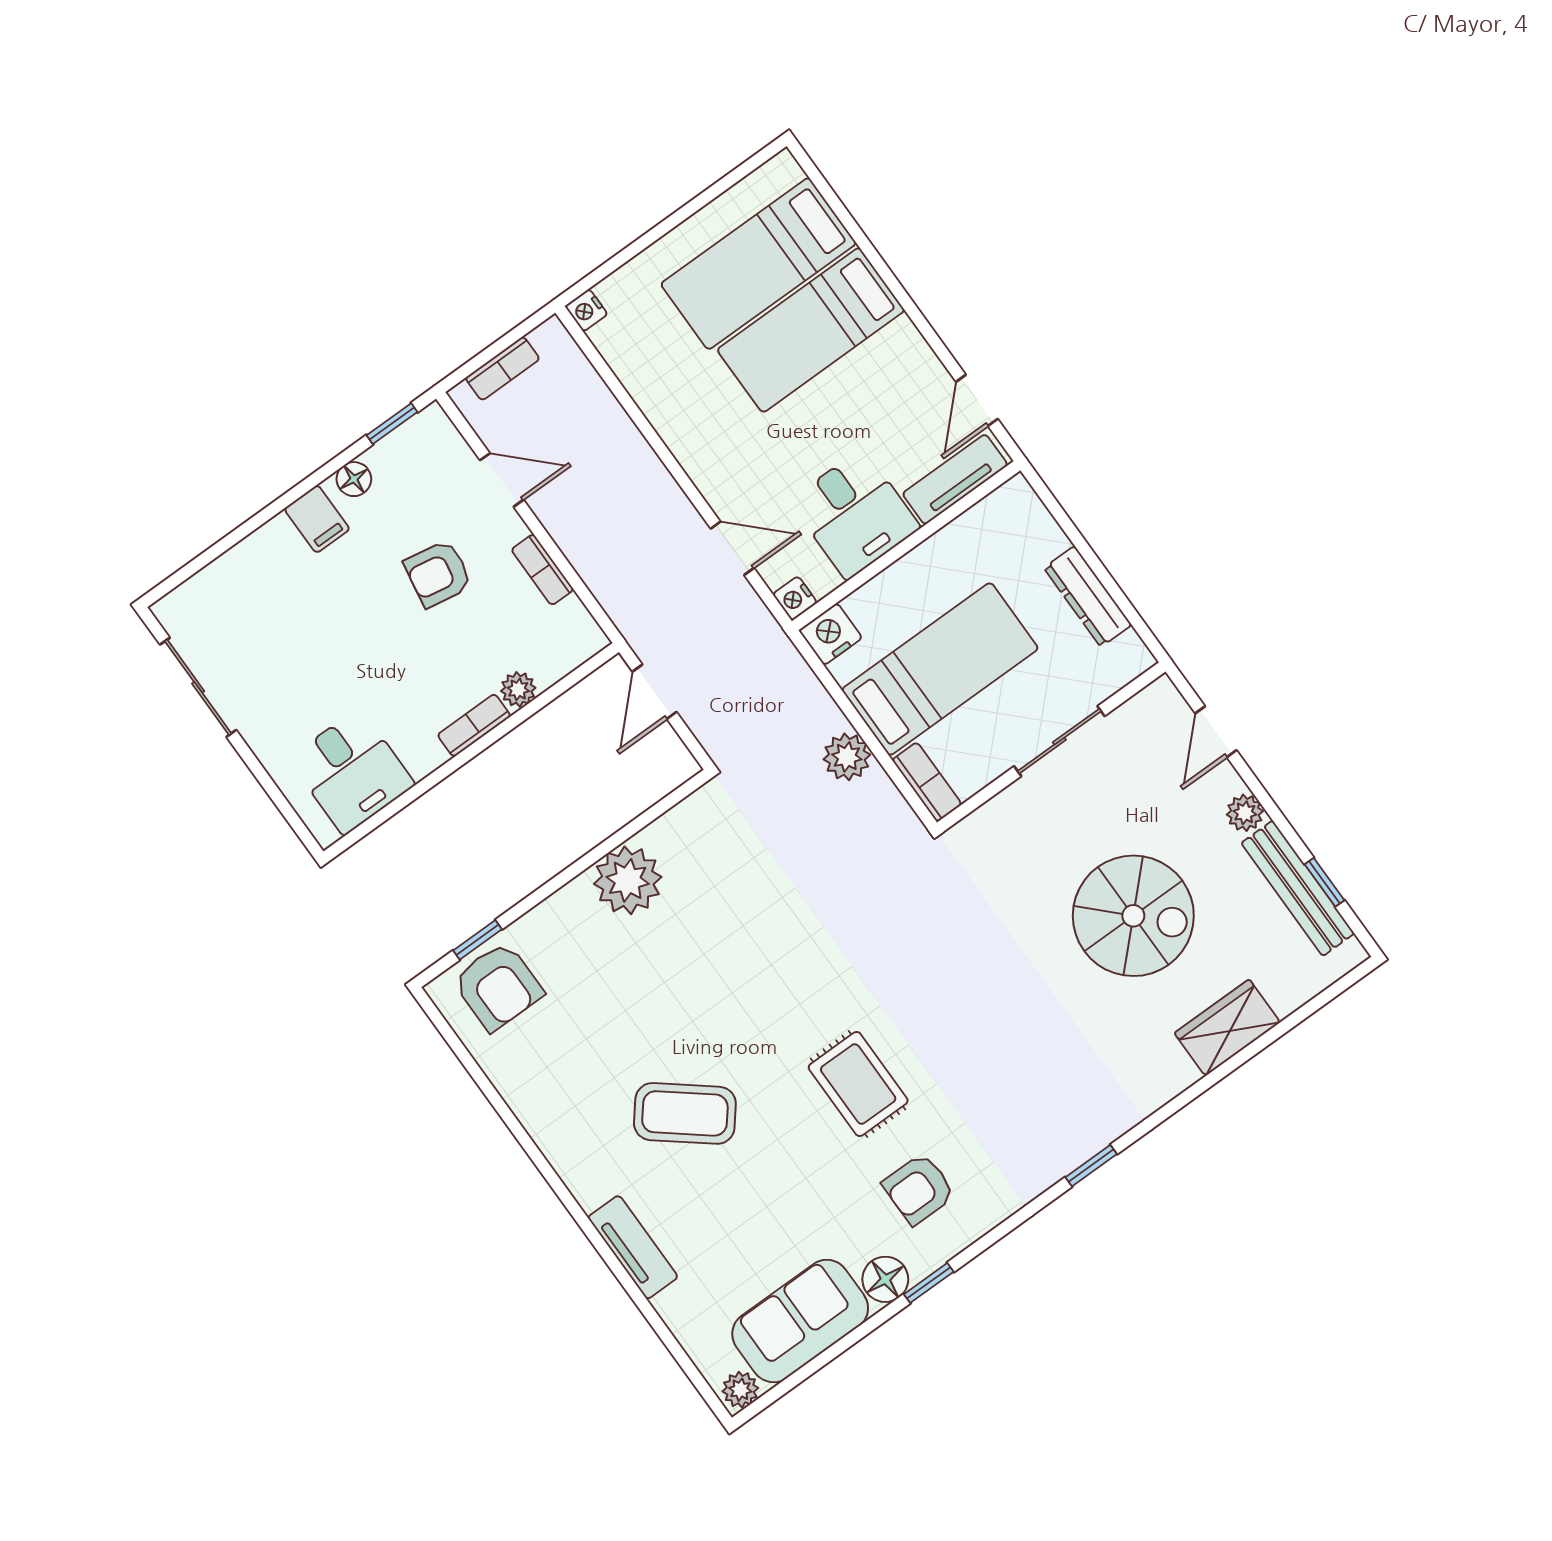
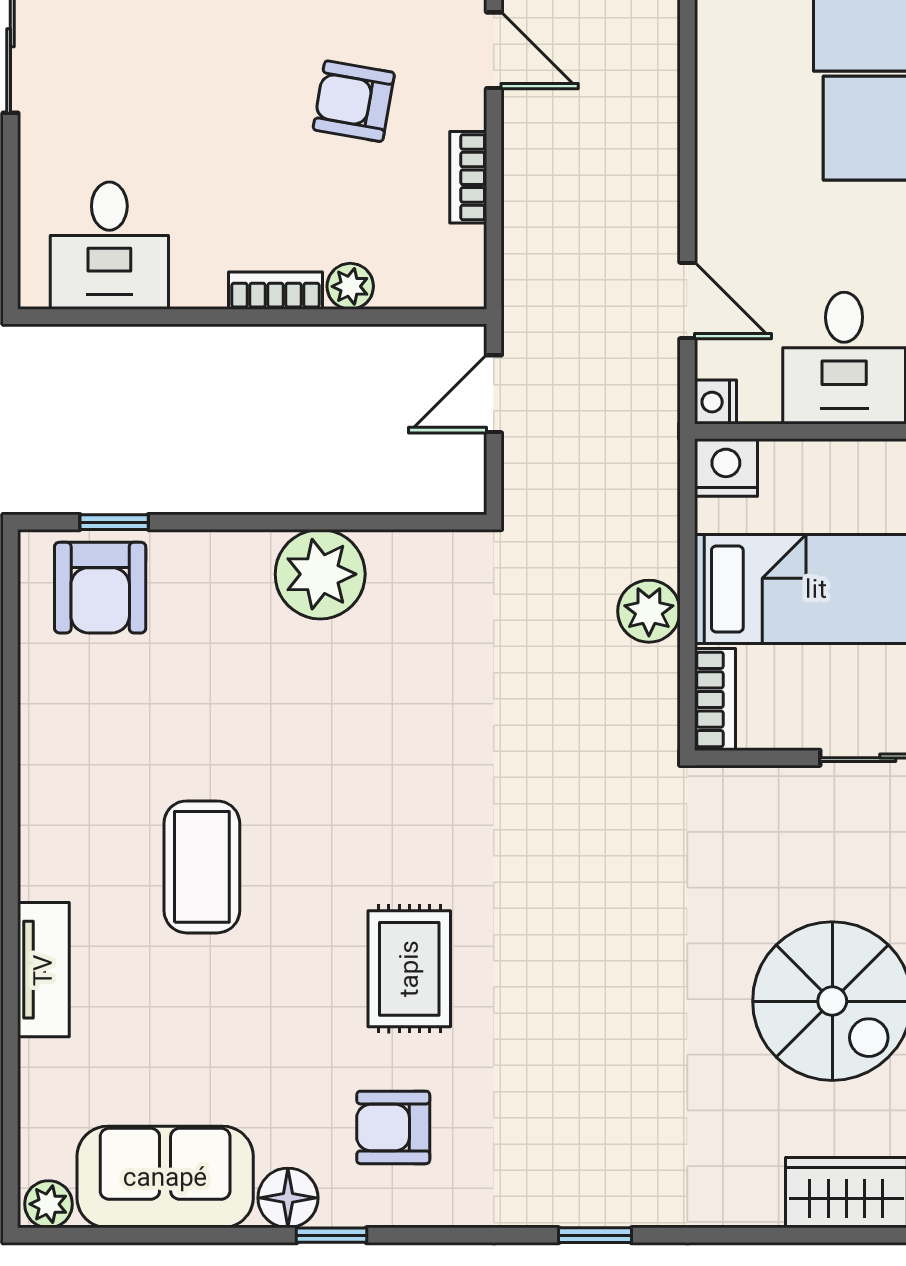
coffee table: (685, 1113) -> (202, 867), turned 51

